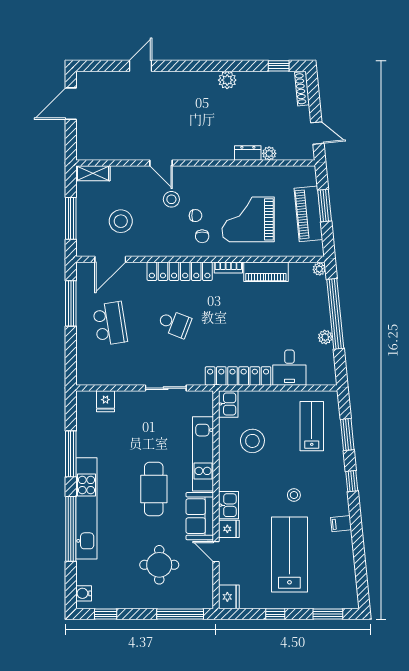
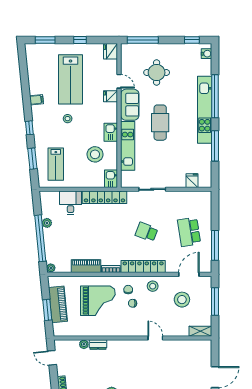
stool: (171, 199) -> (153, 286), moved
kitchen sink: (229, 505) -> (111, 132), moved

